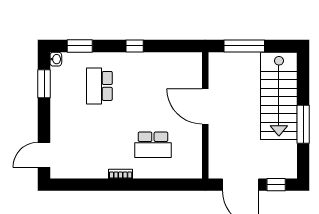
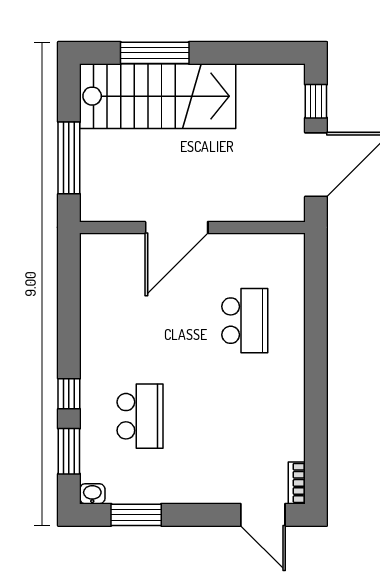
window: (135, 46) -> (69, 394), moved
school desk: (99, 86) -> (140, 416), turned -90
window: (303, 124) -> (155, 53), moved
bookcase: (121, 174) -> (297, 483), moved

